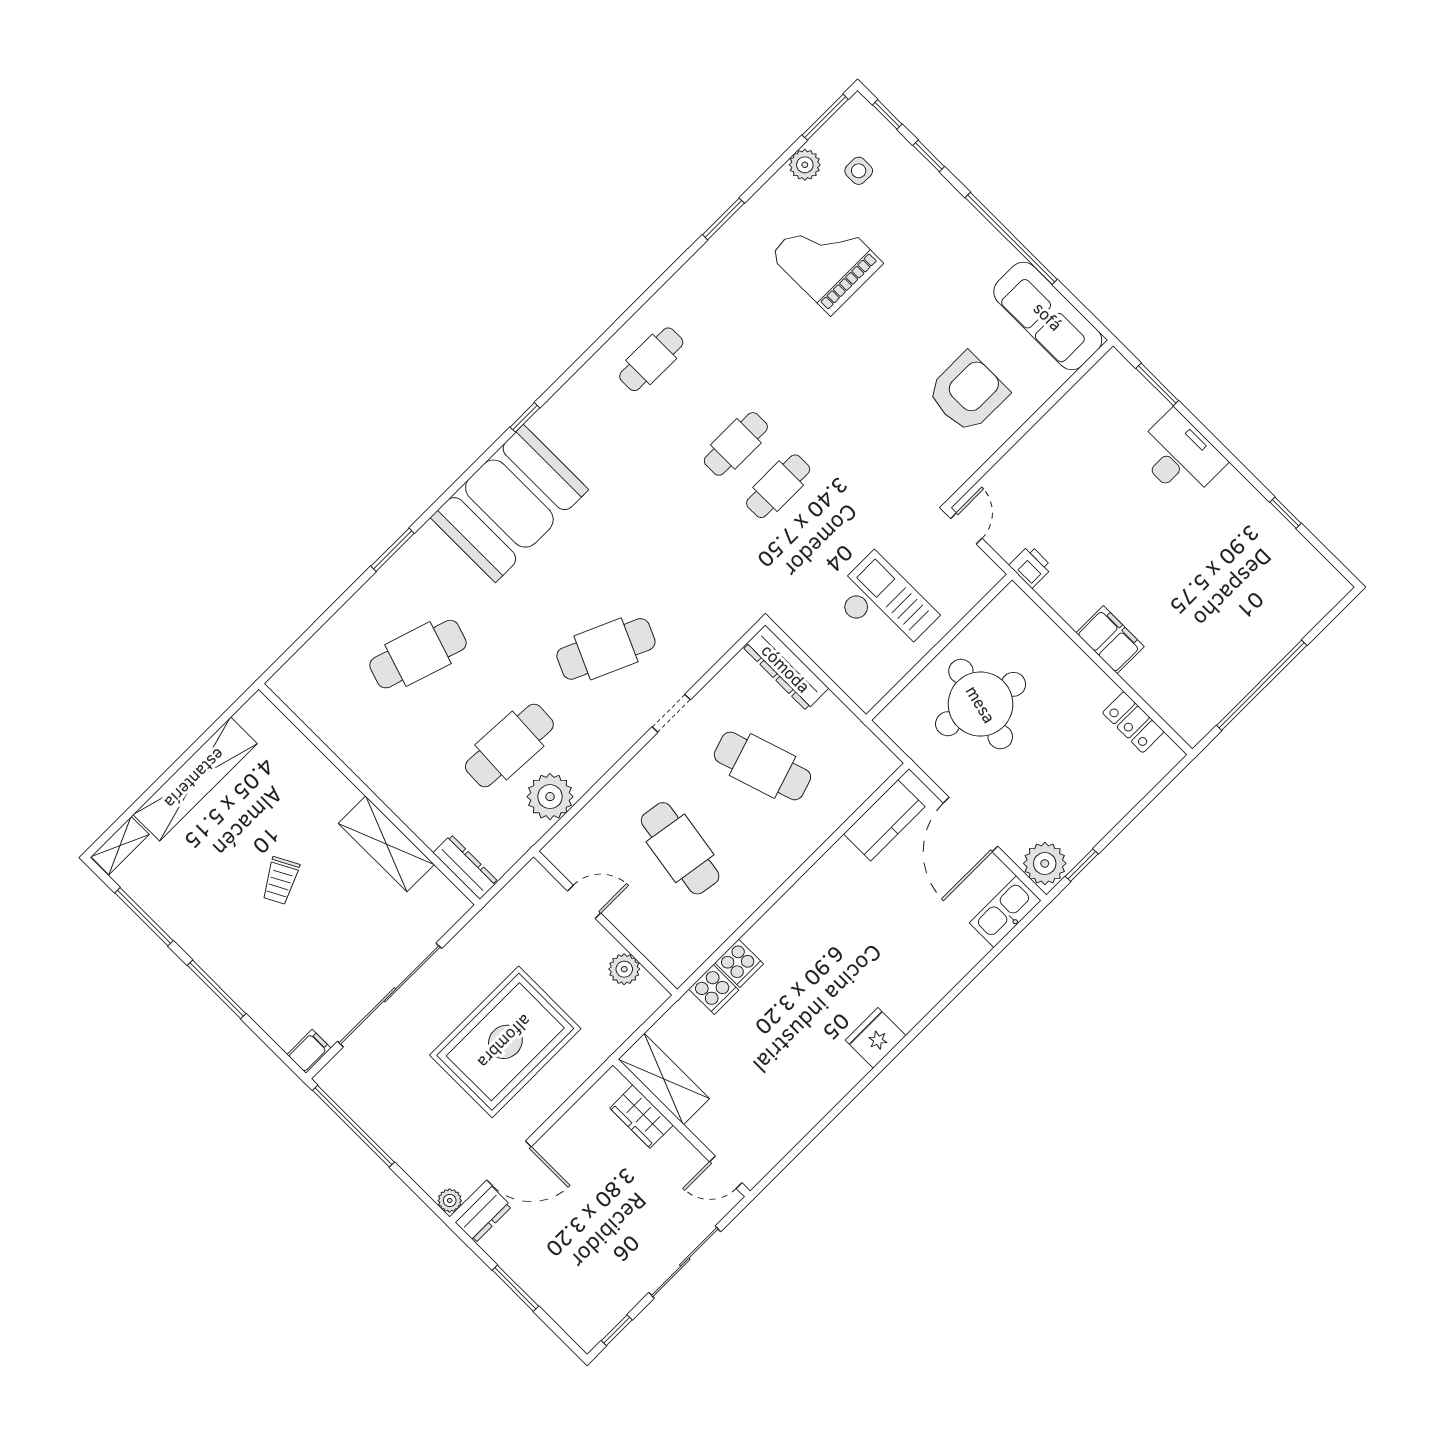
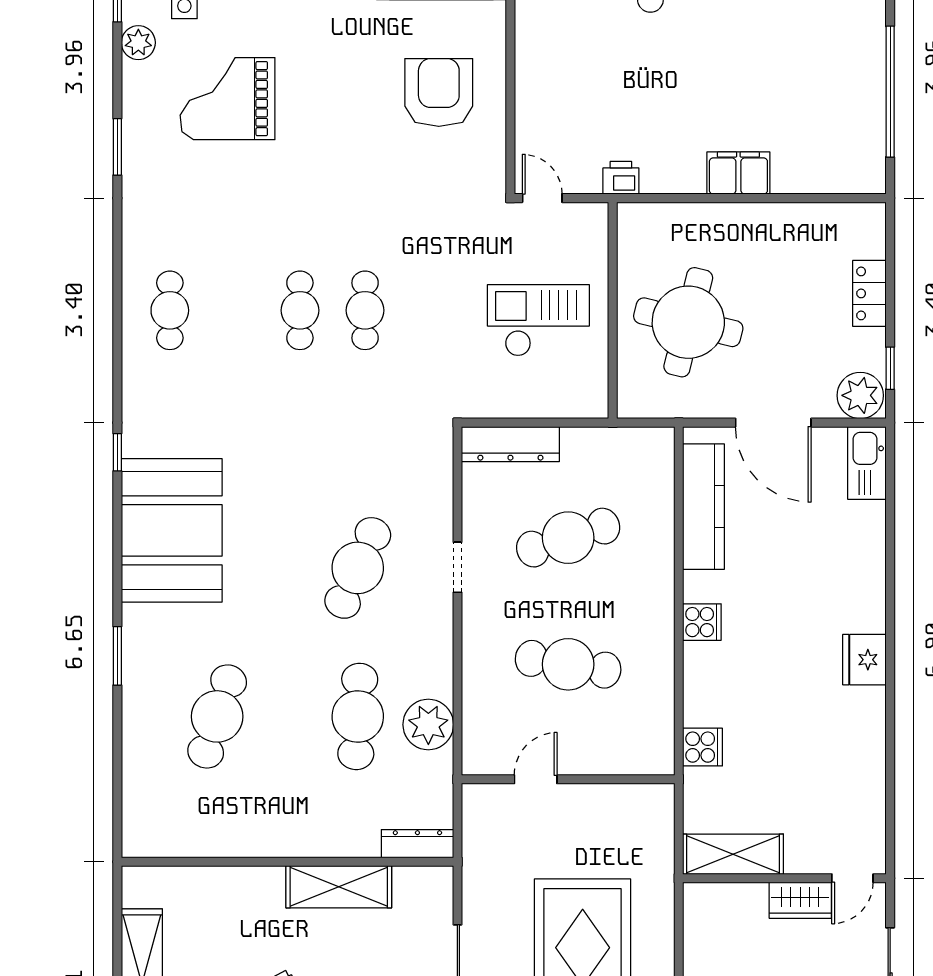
locker: (1133, 722) -> (869, 293), moved, turned 90
kitchen counter: (884, 820) -> (704, 507), width x1.50
cooker: (739, 963) -> (702, 622), moved
plant: (624, 969) -> (618, 800), removed
wardrobe: (641, 1117) -> (800, 900), moved

